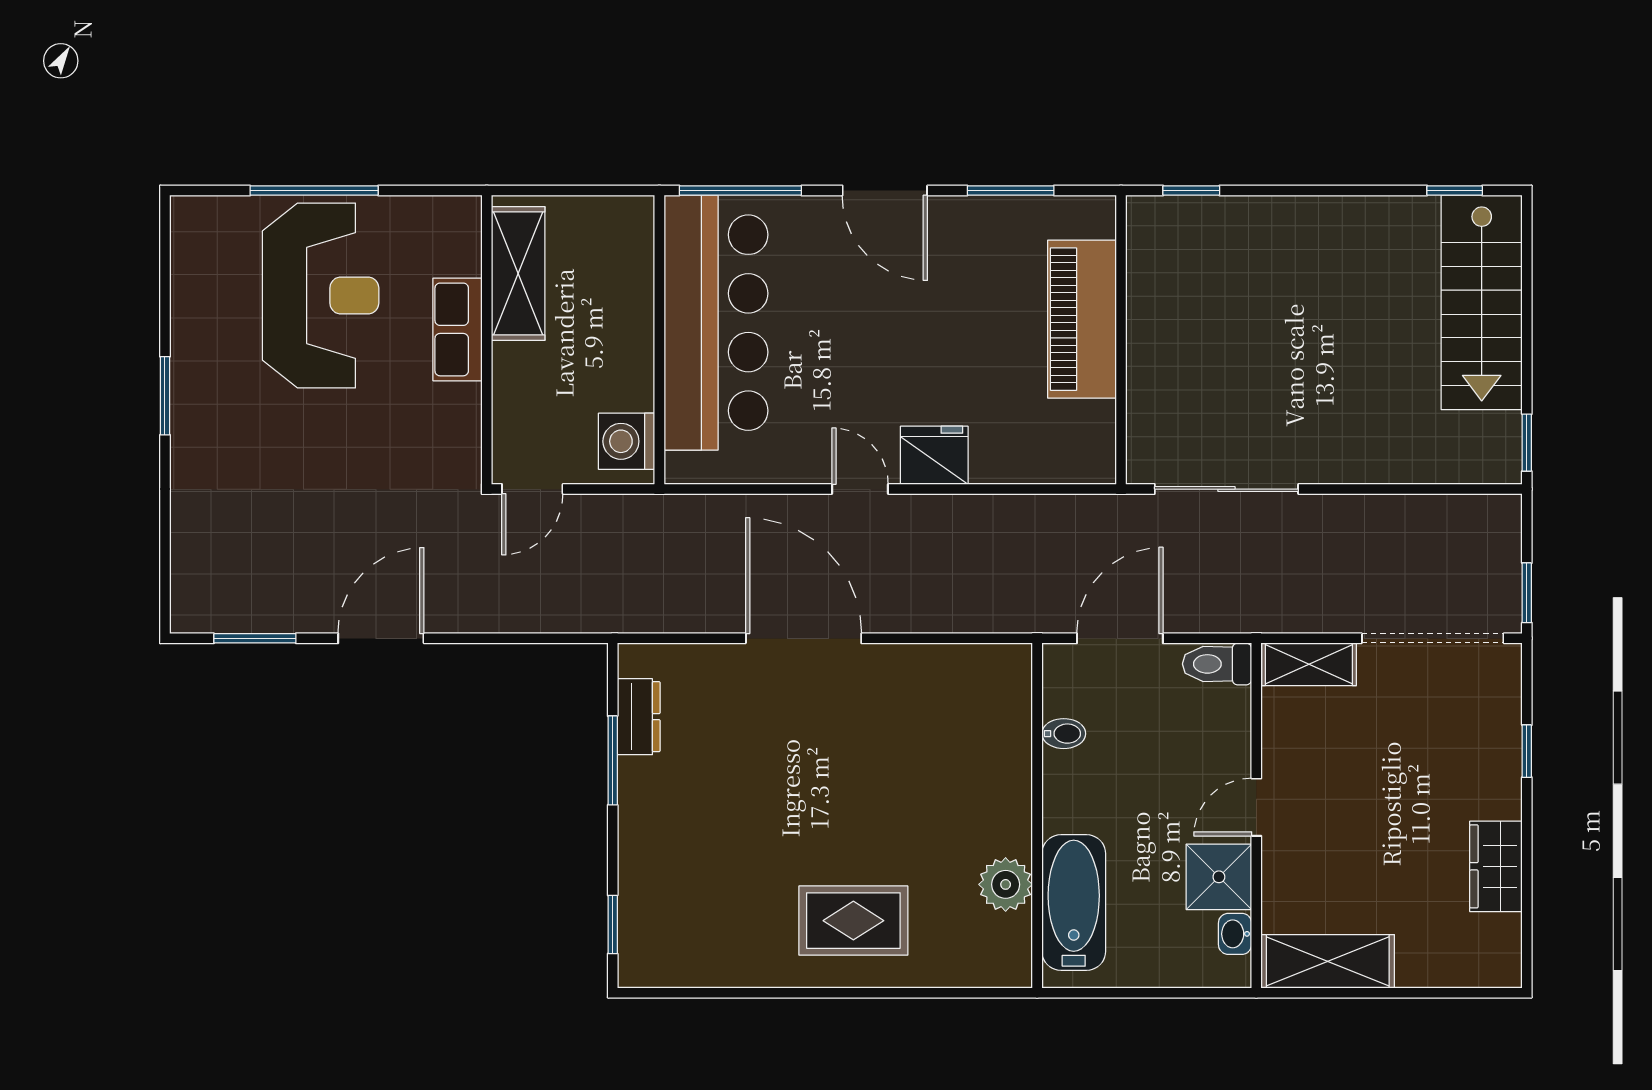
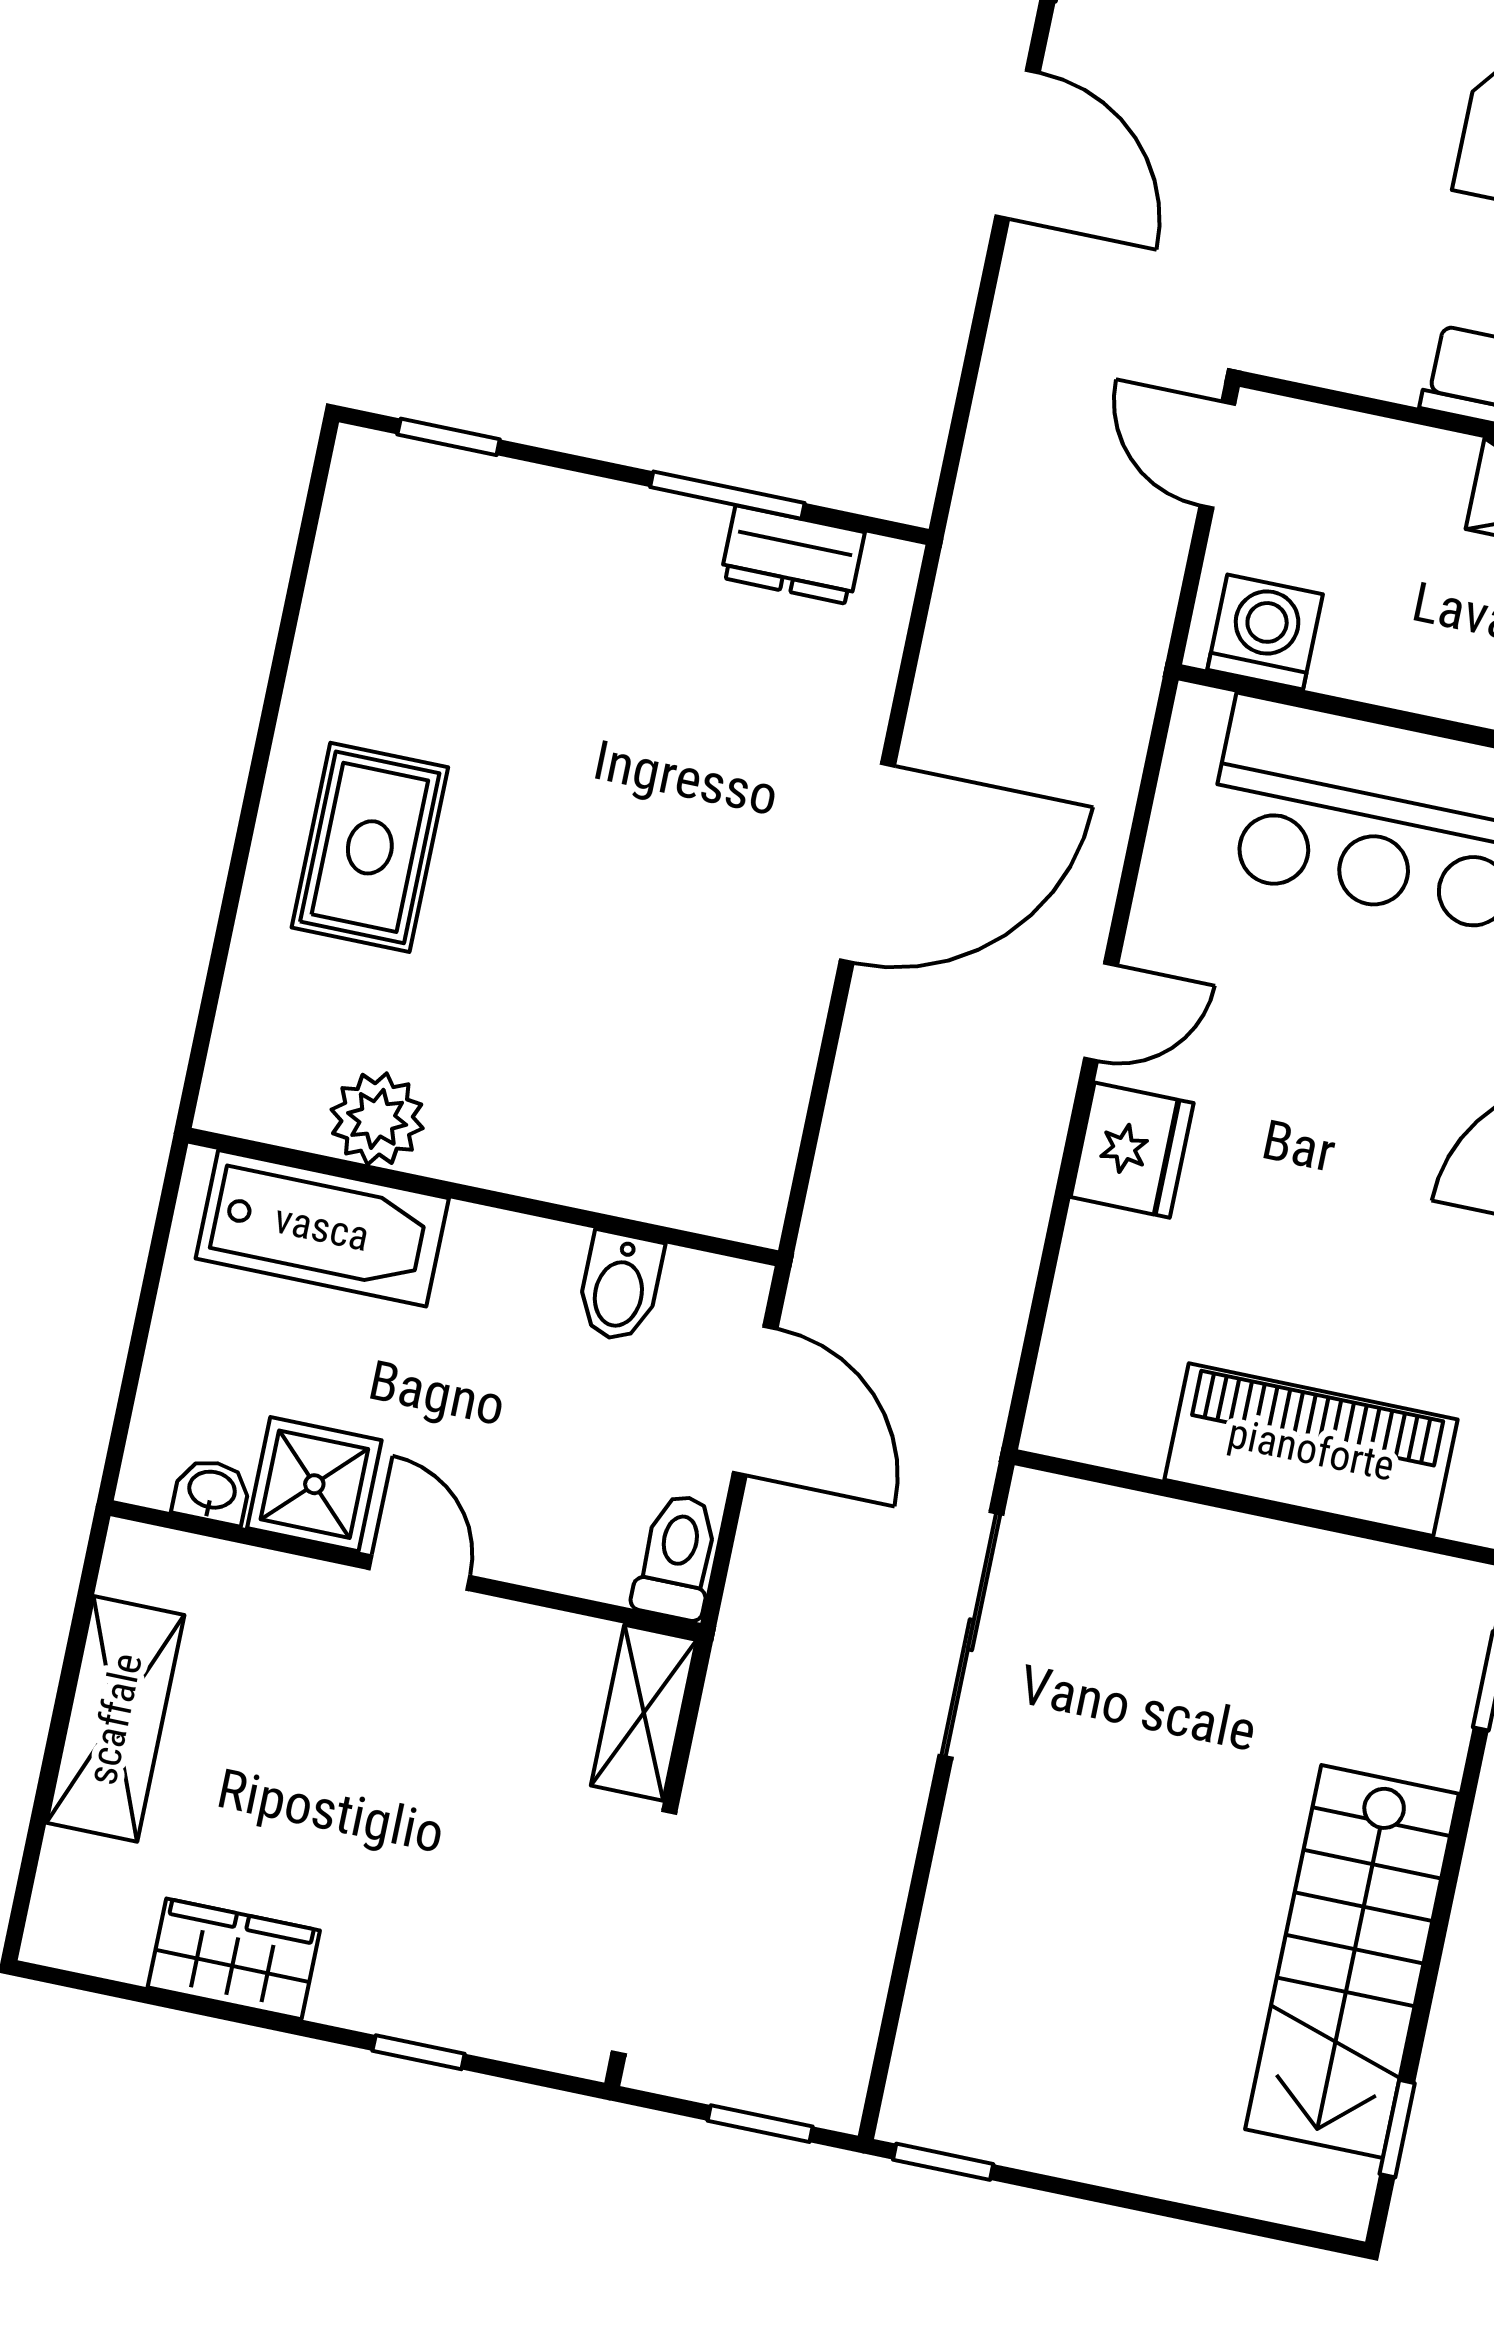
stairs: (1482, 302) -> (1352, 1962), moved, turned -90
window: (1527, 593) -> (760, 2124), moved
bidet: (1064, 734) -> (620, 1287), width x1.38, depth x1.36
shelving: (1328, 961) -> (115, 1719), moved

